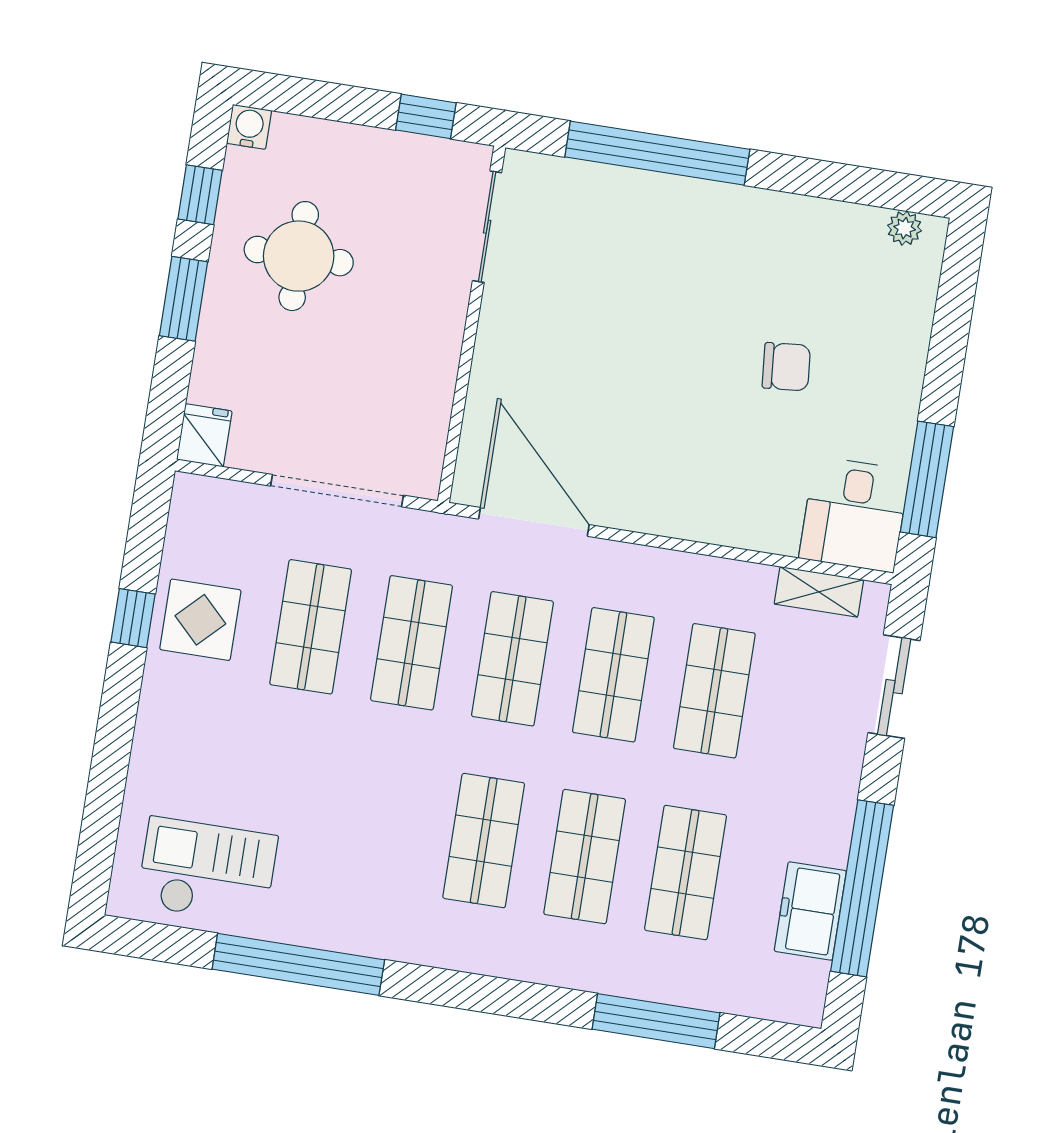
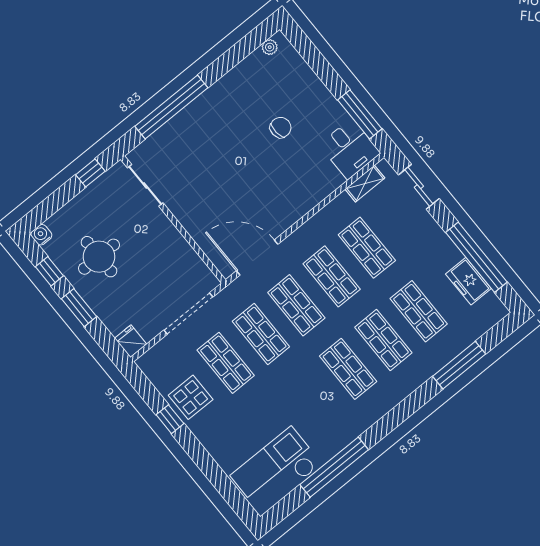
checkout: (207, 871) -> (276, 470), width x1.36, depth x1.21

